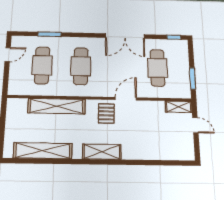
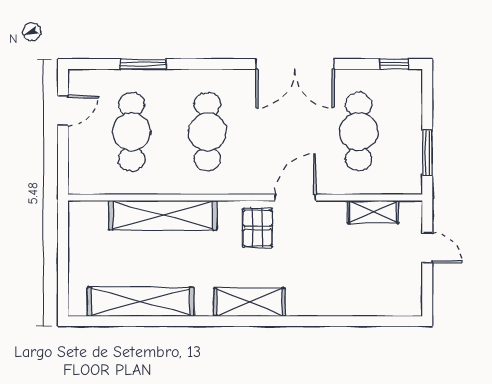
shelving: (179, 107) -> (373, 212), moved

